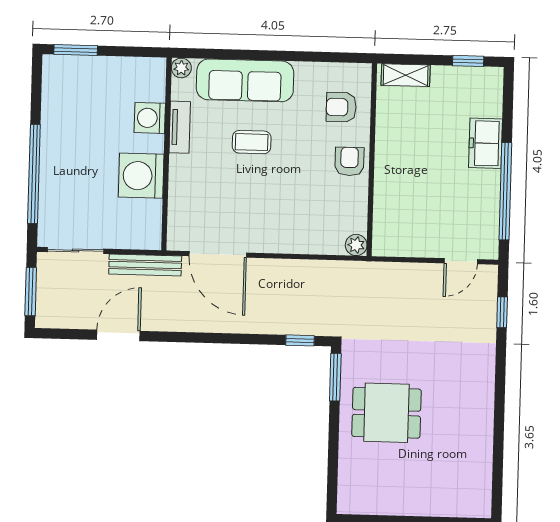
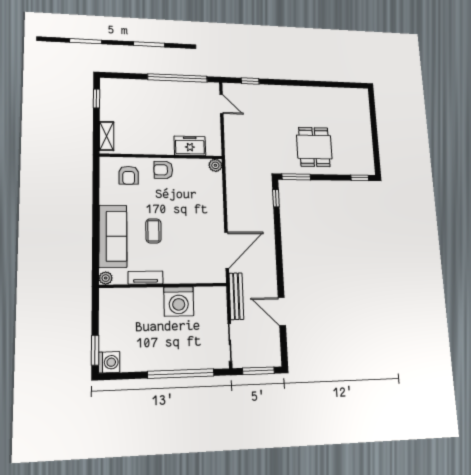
washing machine: (150, 118) -> (109, 362), moved, turned -90
freezer: (486, 143) -> (190, 146), moved, turned 180
window: (332, 486) -> (360, 178), added

